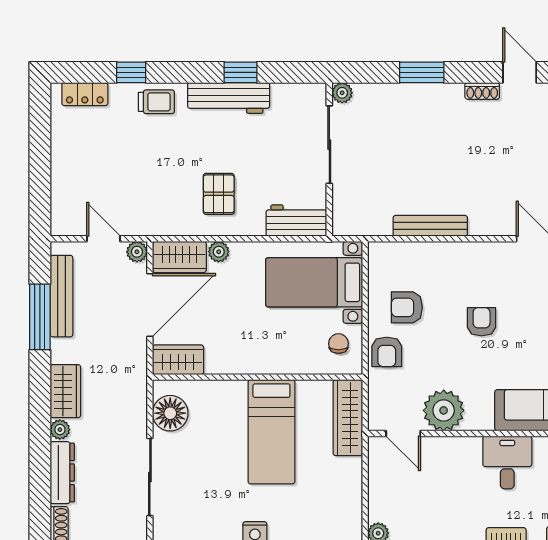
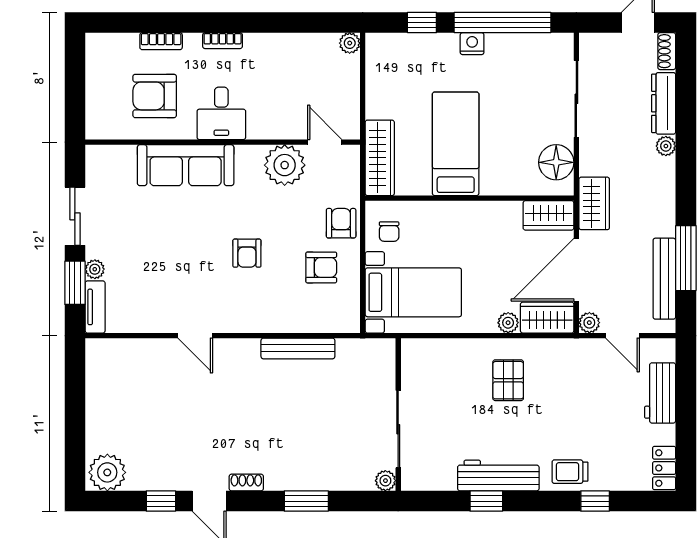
locker: (85, 94) -> (664, 468), moved, turned -90
workbench: (296, 221) -> (660, 393), moved, turned 90
wardrobe: (65, 391) -> (594, 203), moved, turned 180

